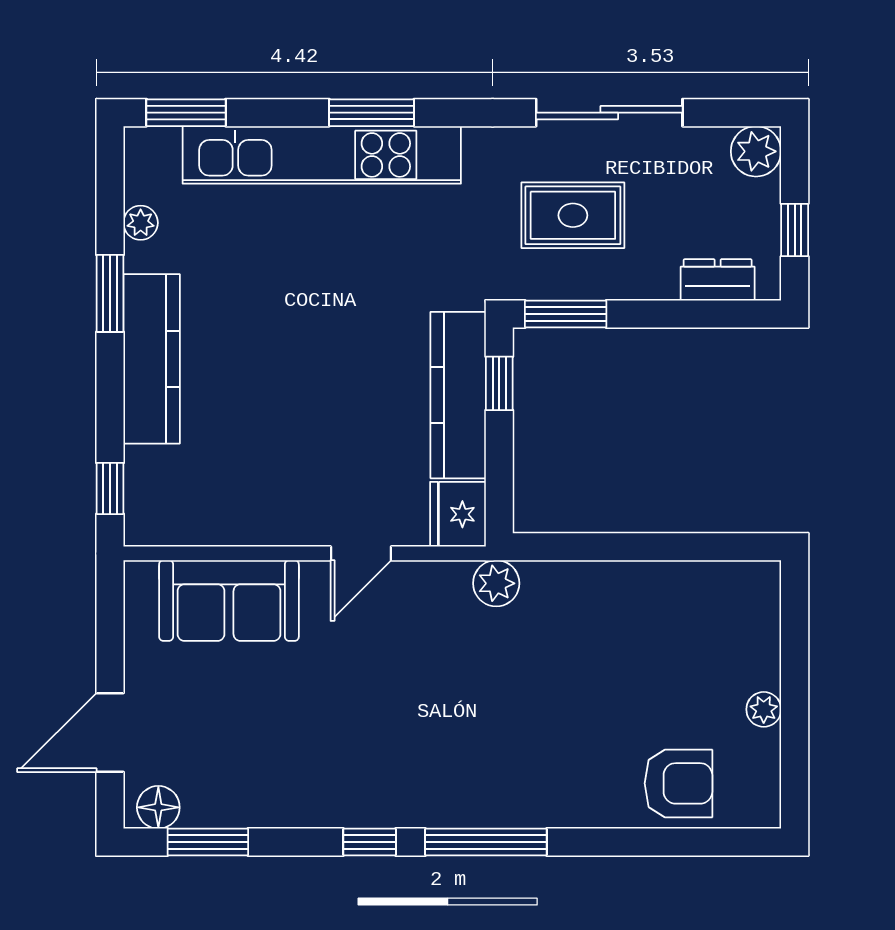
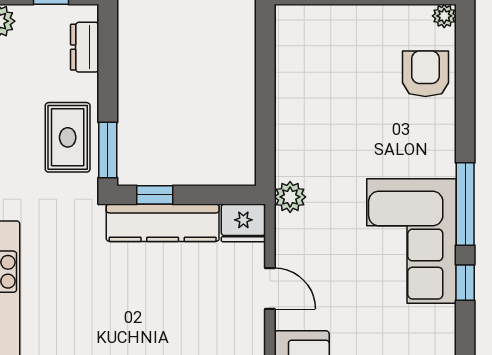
rug: (573, 215) -> (68, 137), moved
plant: (764, 709) -> (444, 16), moved
corner sofa: (431, 763) -> (411, 241), added

